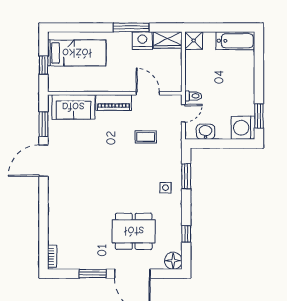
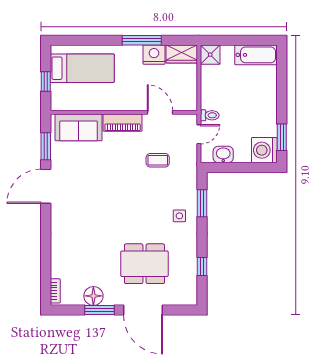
floor lamp: (173, 261) -> (93, 296), moved

